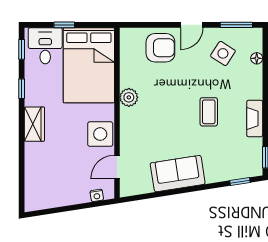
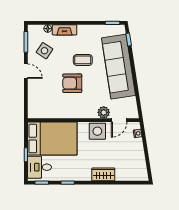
armchair: (160, 48) -> (72, 83), moved, turned -90
plant: (129, 97) -> (104, 112), moved
fireplace: (255, 118) -> (64, 30), moved
wardrobe: (34, 124) -> (103, 174), moved
door: (117, 167) -> (119, 120), hinge flipped
sofa: (178, 174) -> (119, 67), width x1.85, depth x1.27

